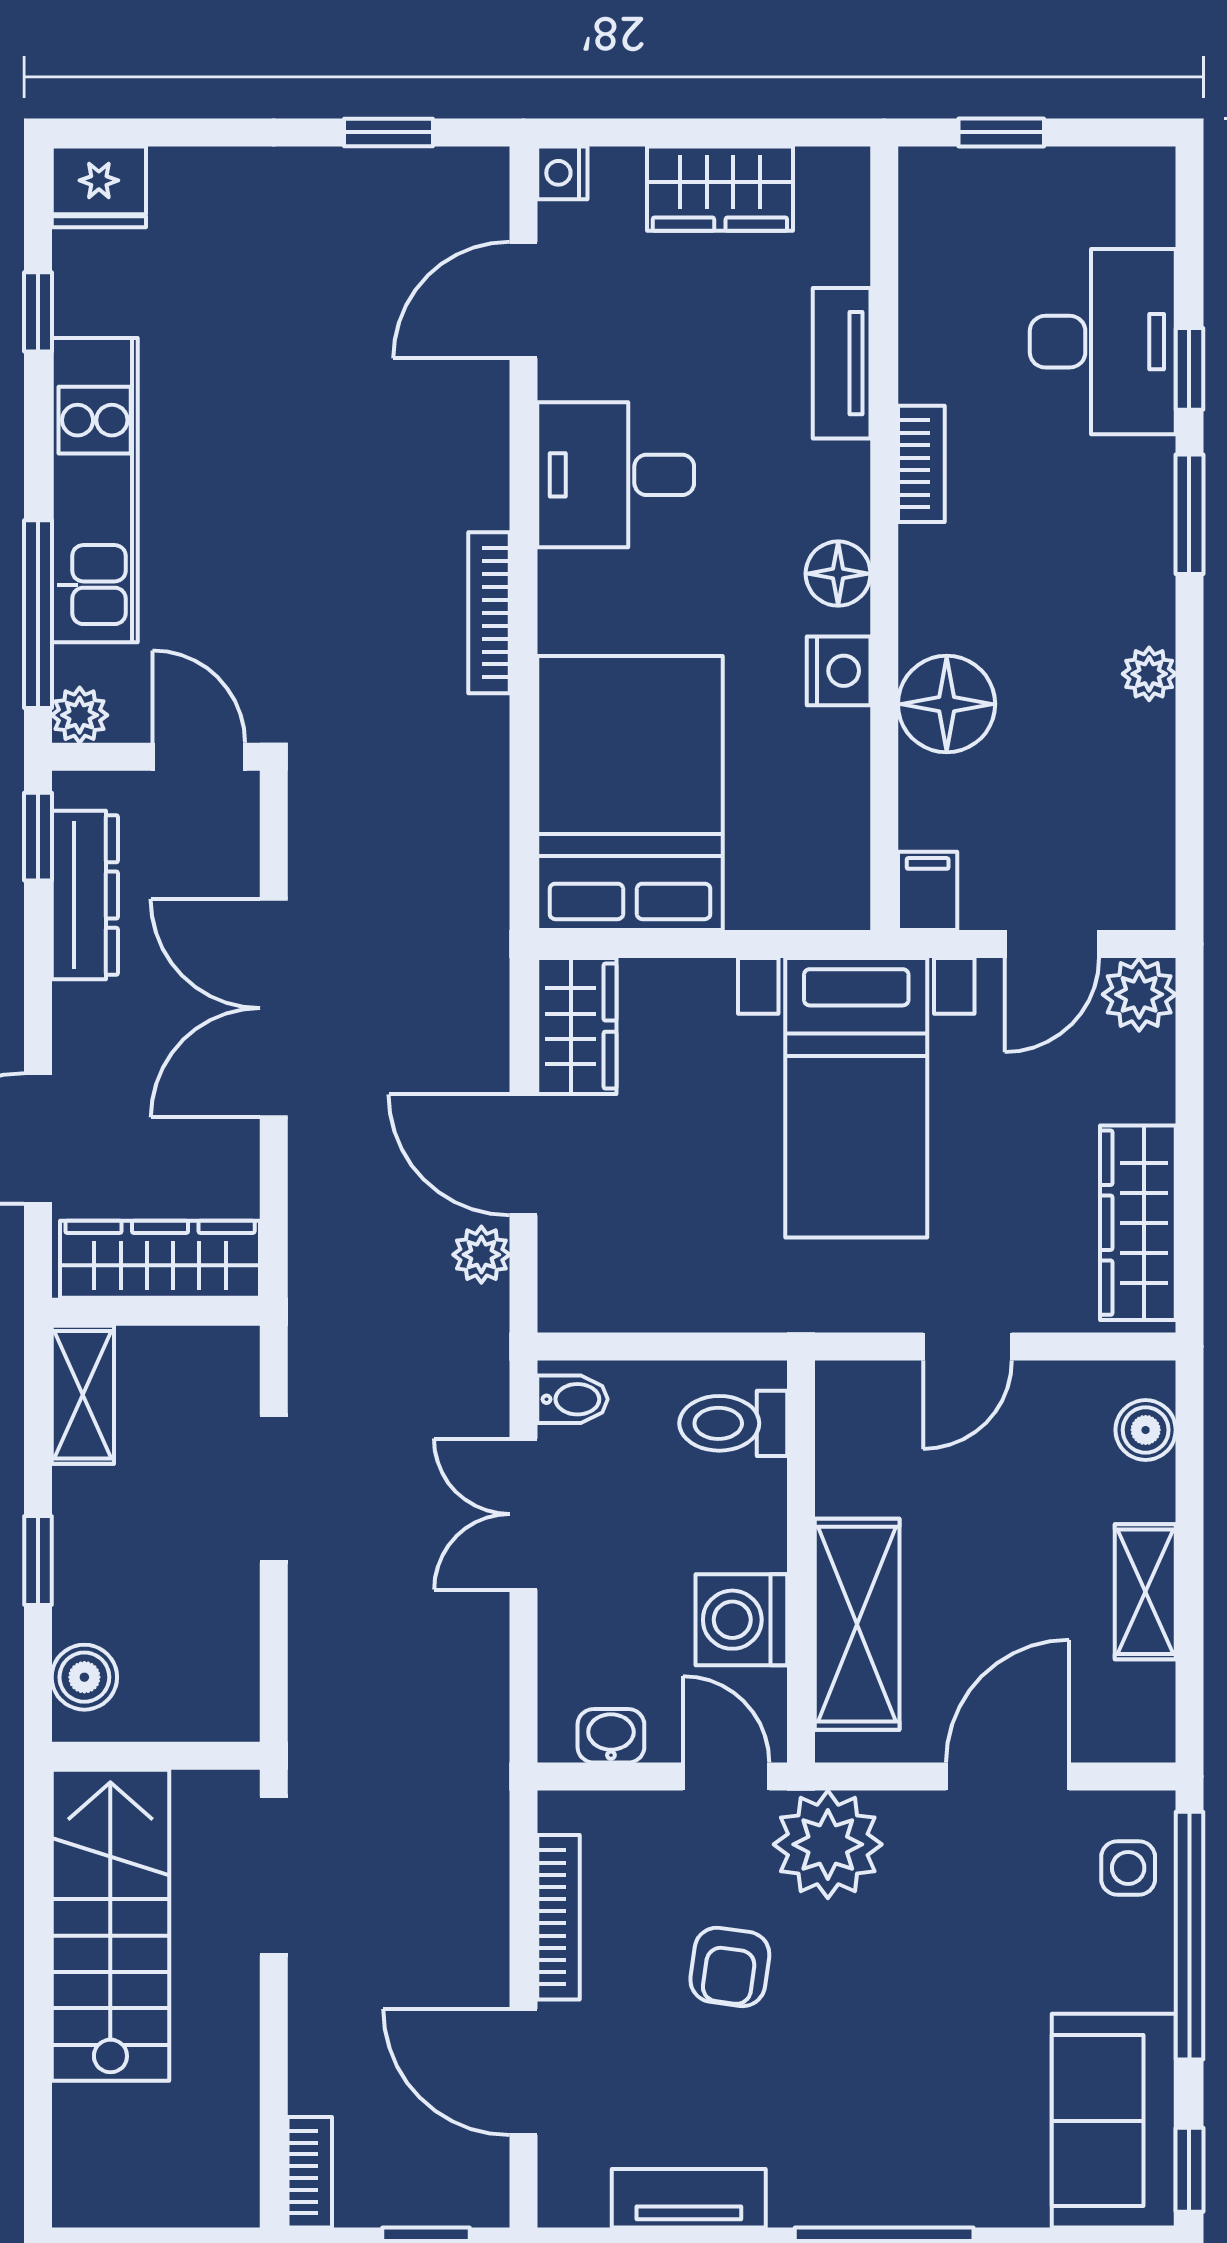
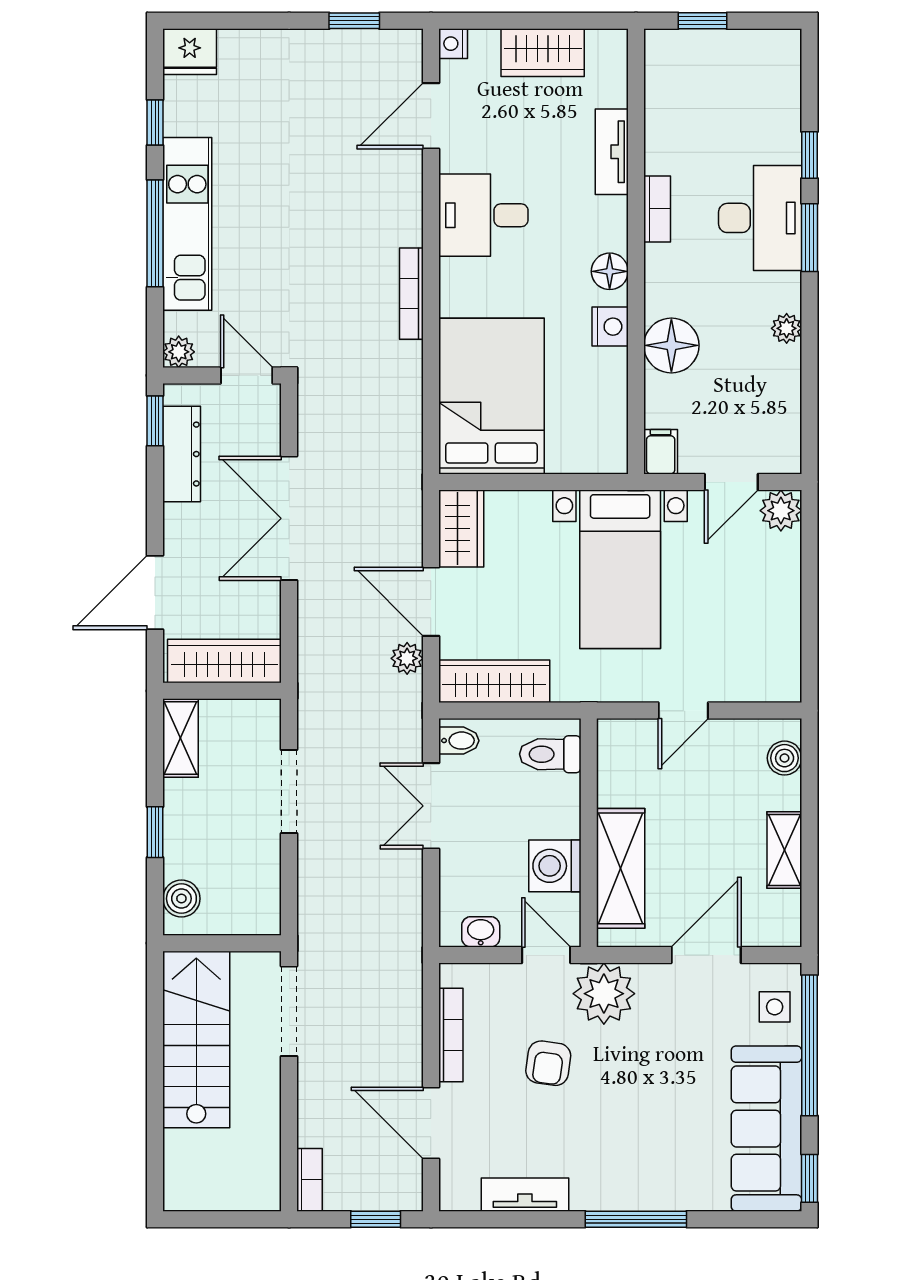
desk: (1103, 342) -> (760, 218), moved
window: (38, 614) -> (155, 233), moved
wardrobe: (1138, 1223) -> (494, 681), moved, turned 90
sofa: (1114, 2121) -> (766, 1129), width x1.36

